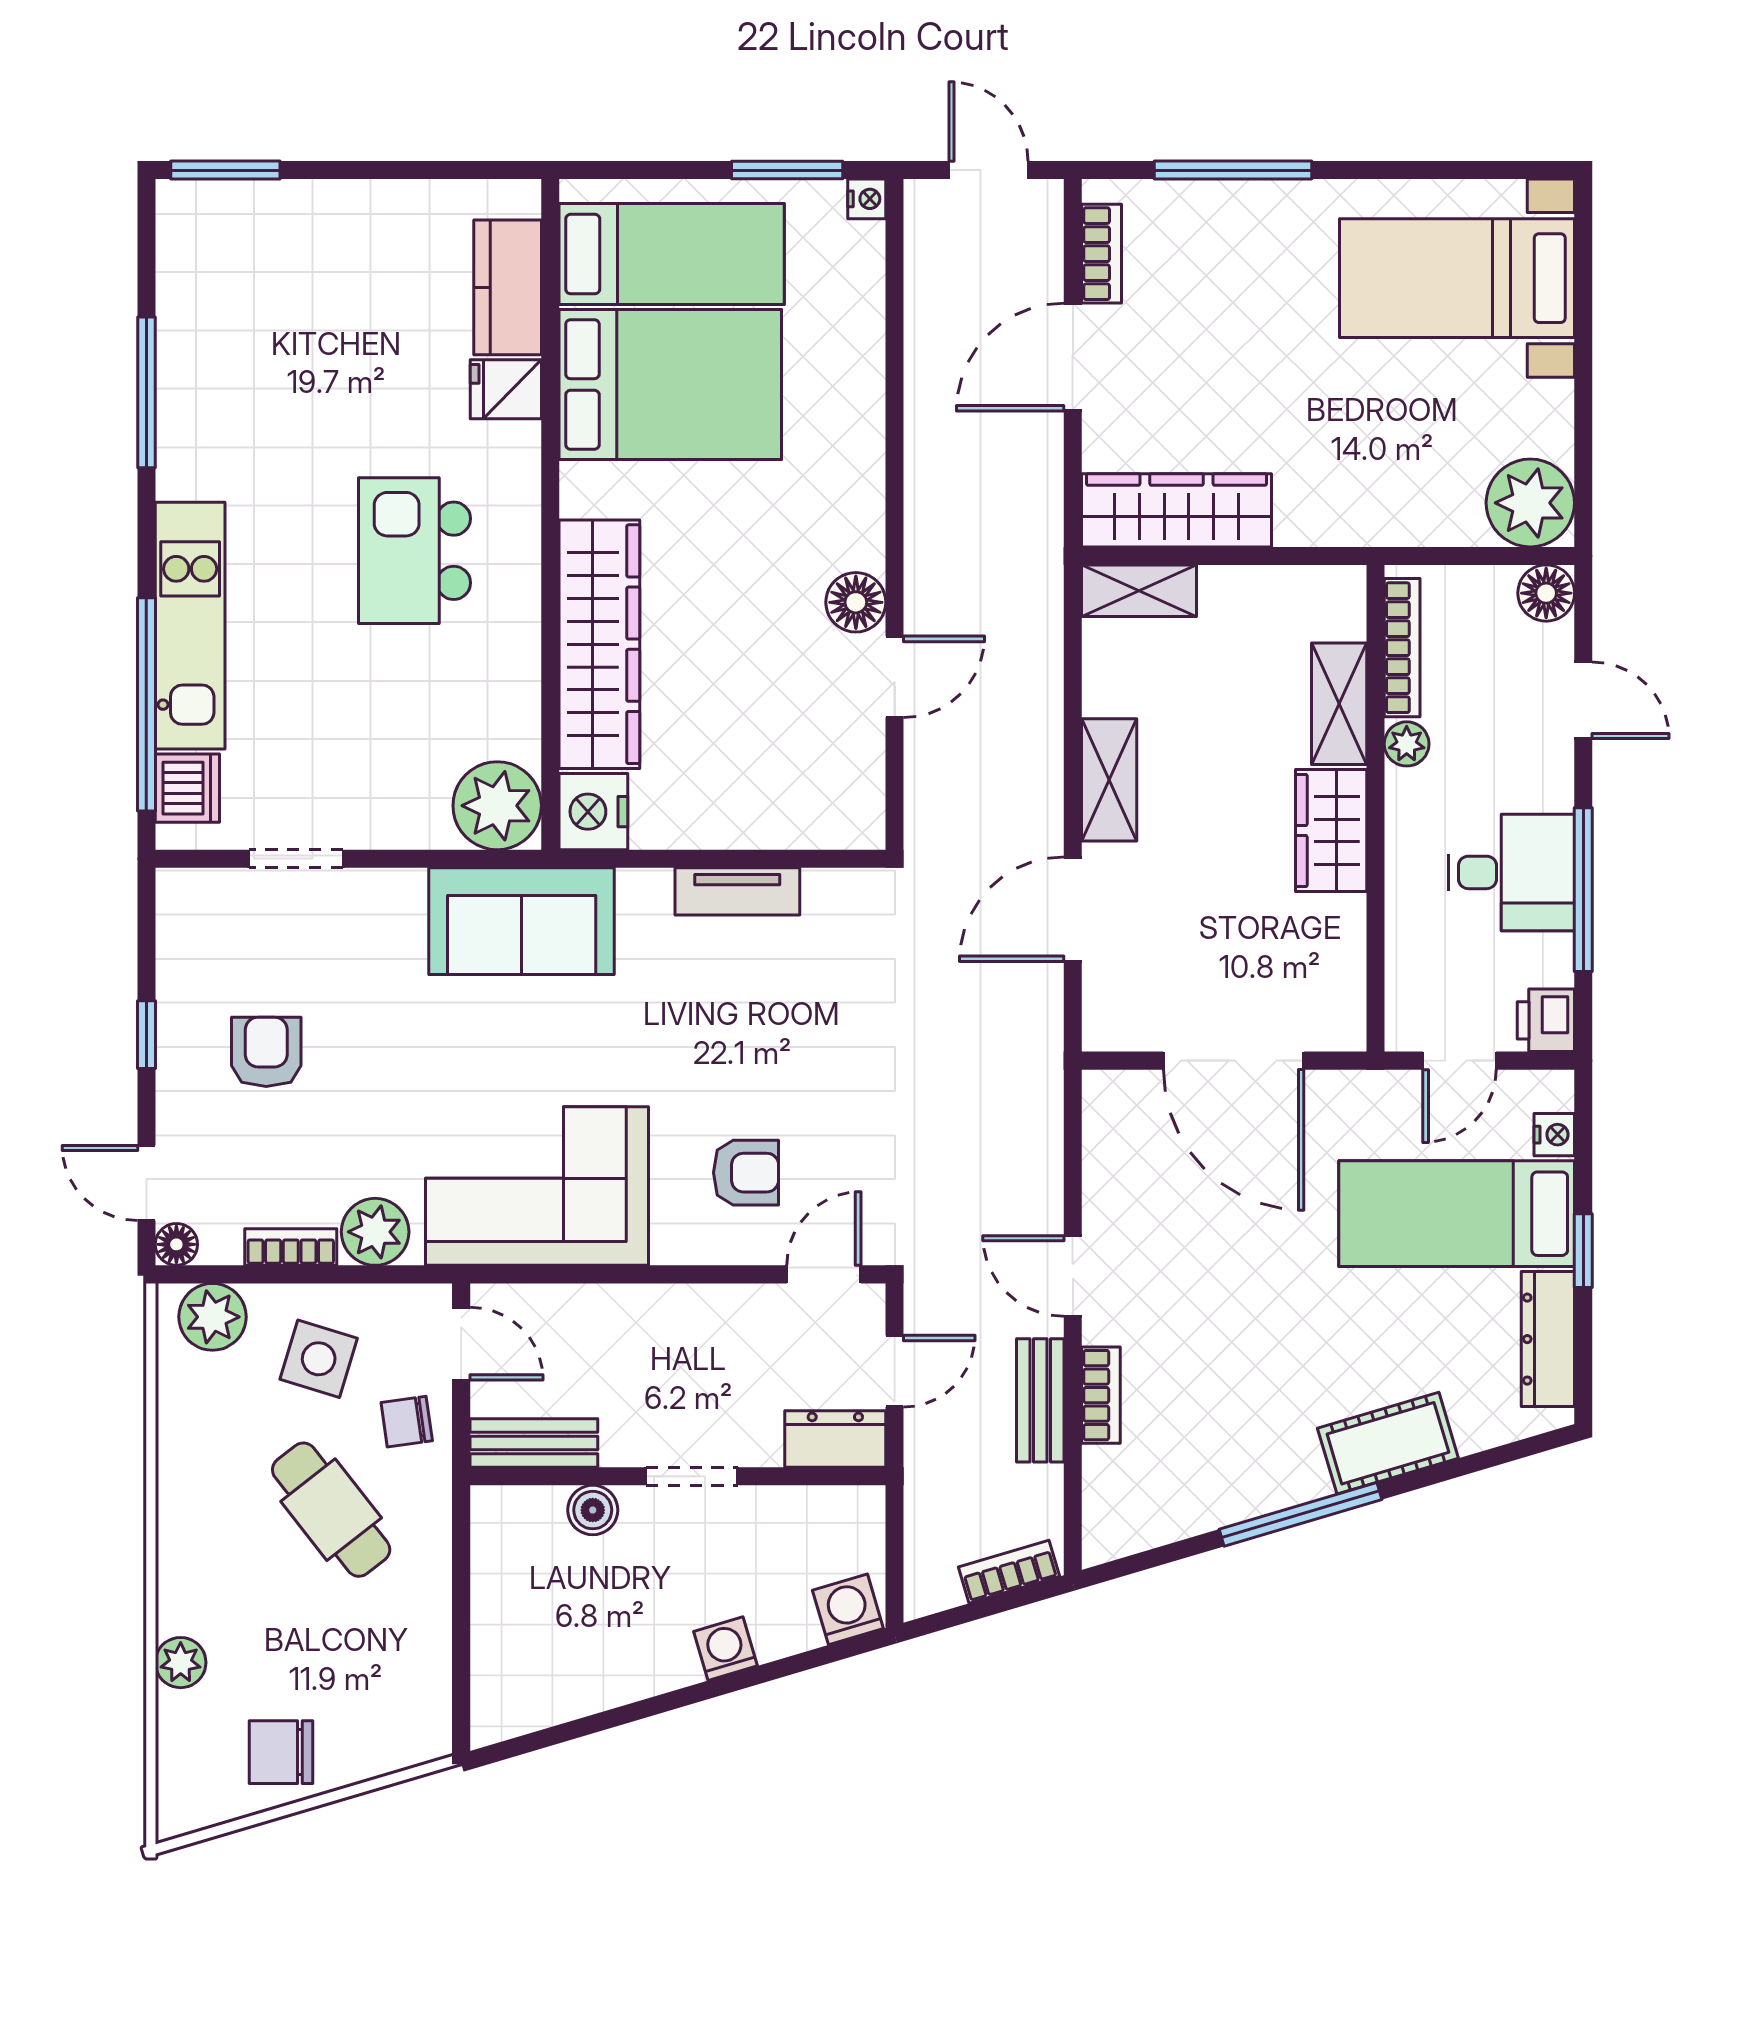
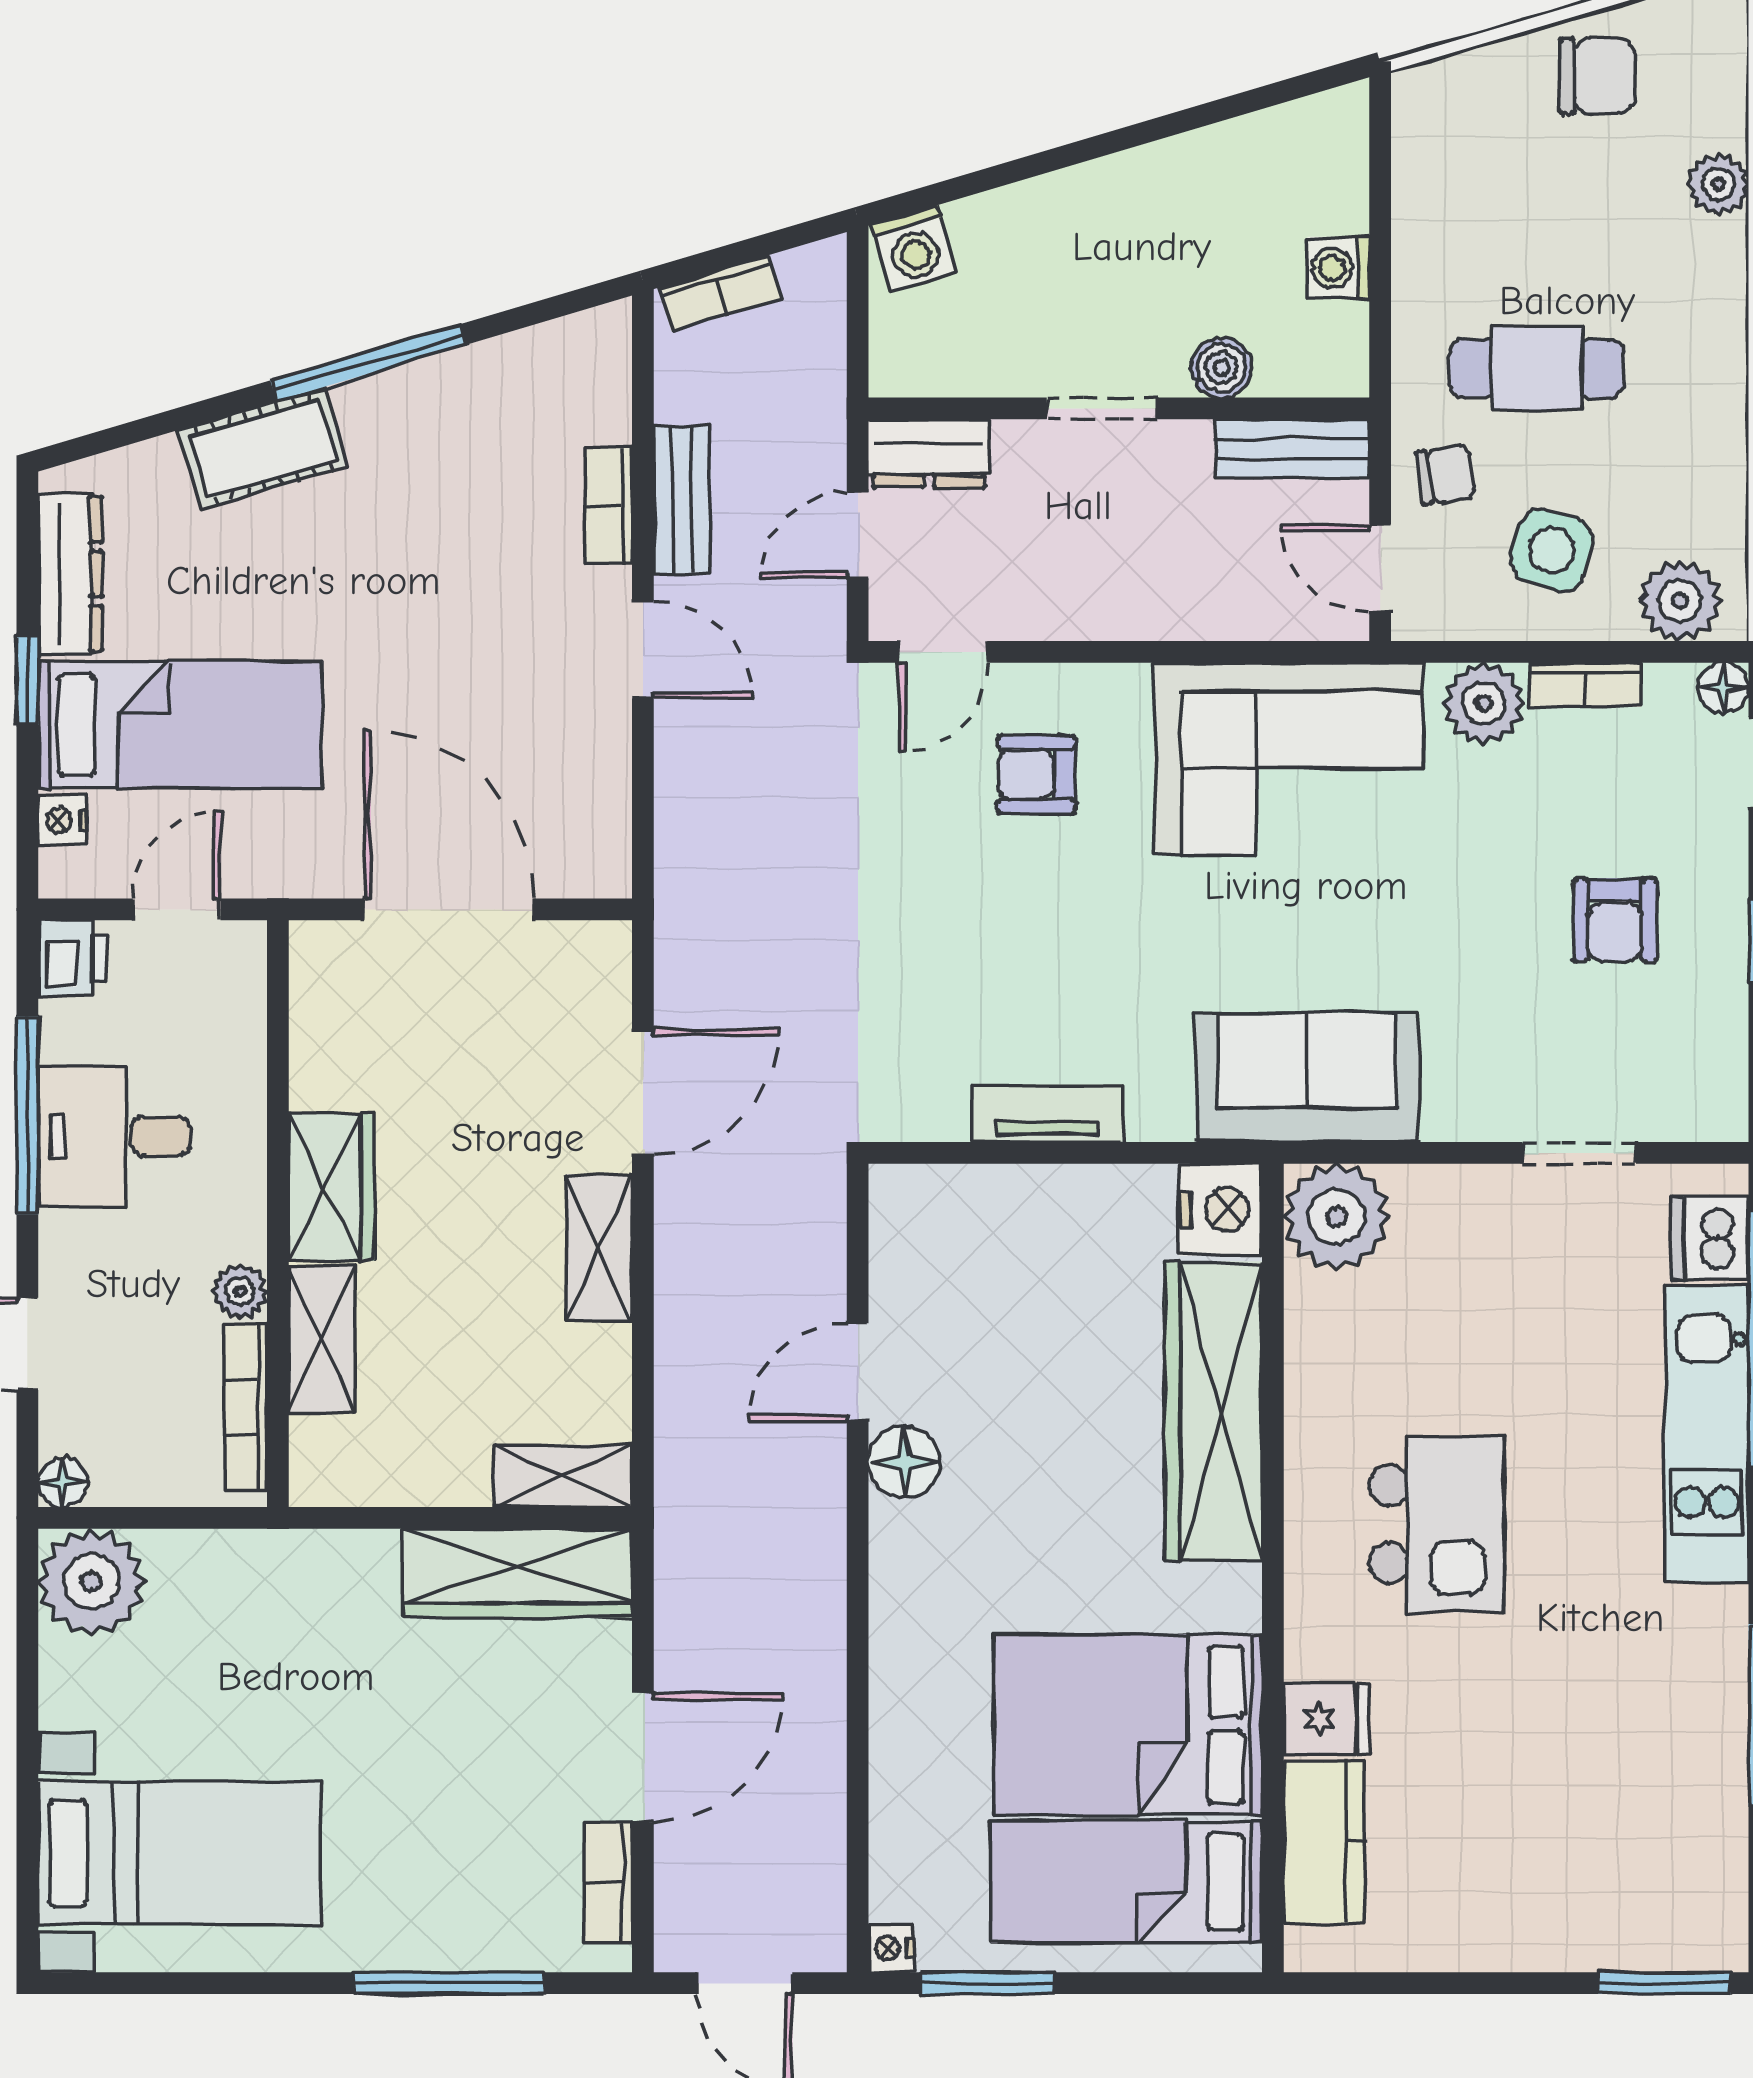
floor lamp: (1546, 593) -> (63, 1482), width x0.73, depth x0.73
cafe table: (331, 1510) -> (1537, 368), turned -52
washing machine: (726, 1649) -> (1338, 268), moved, turned 107

